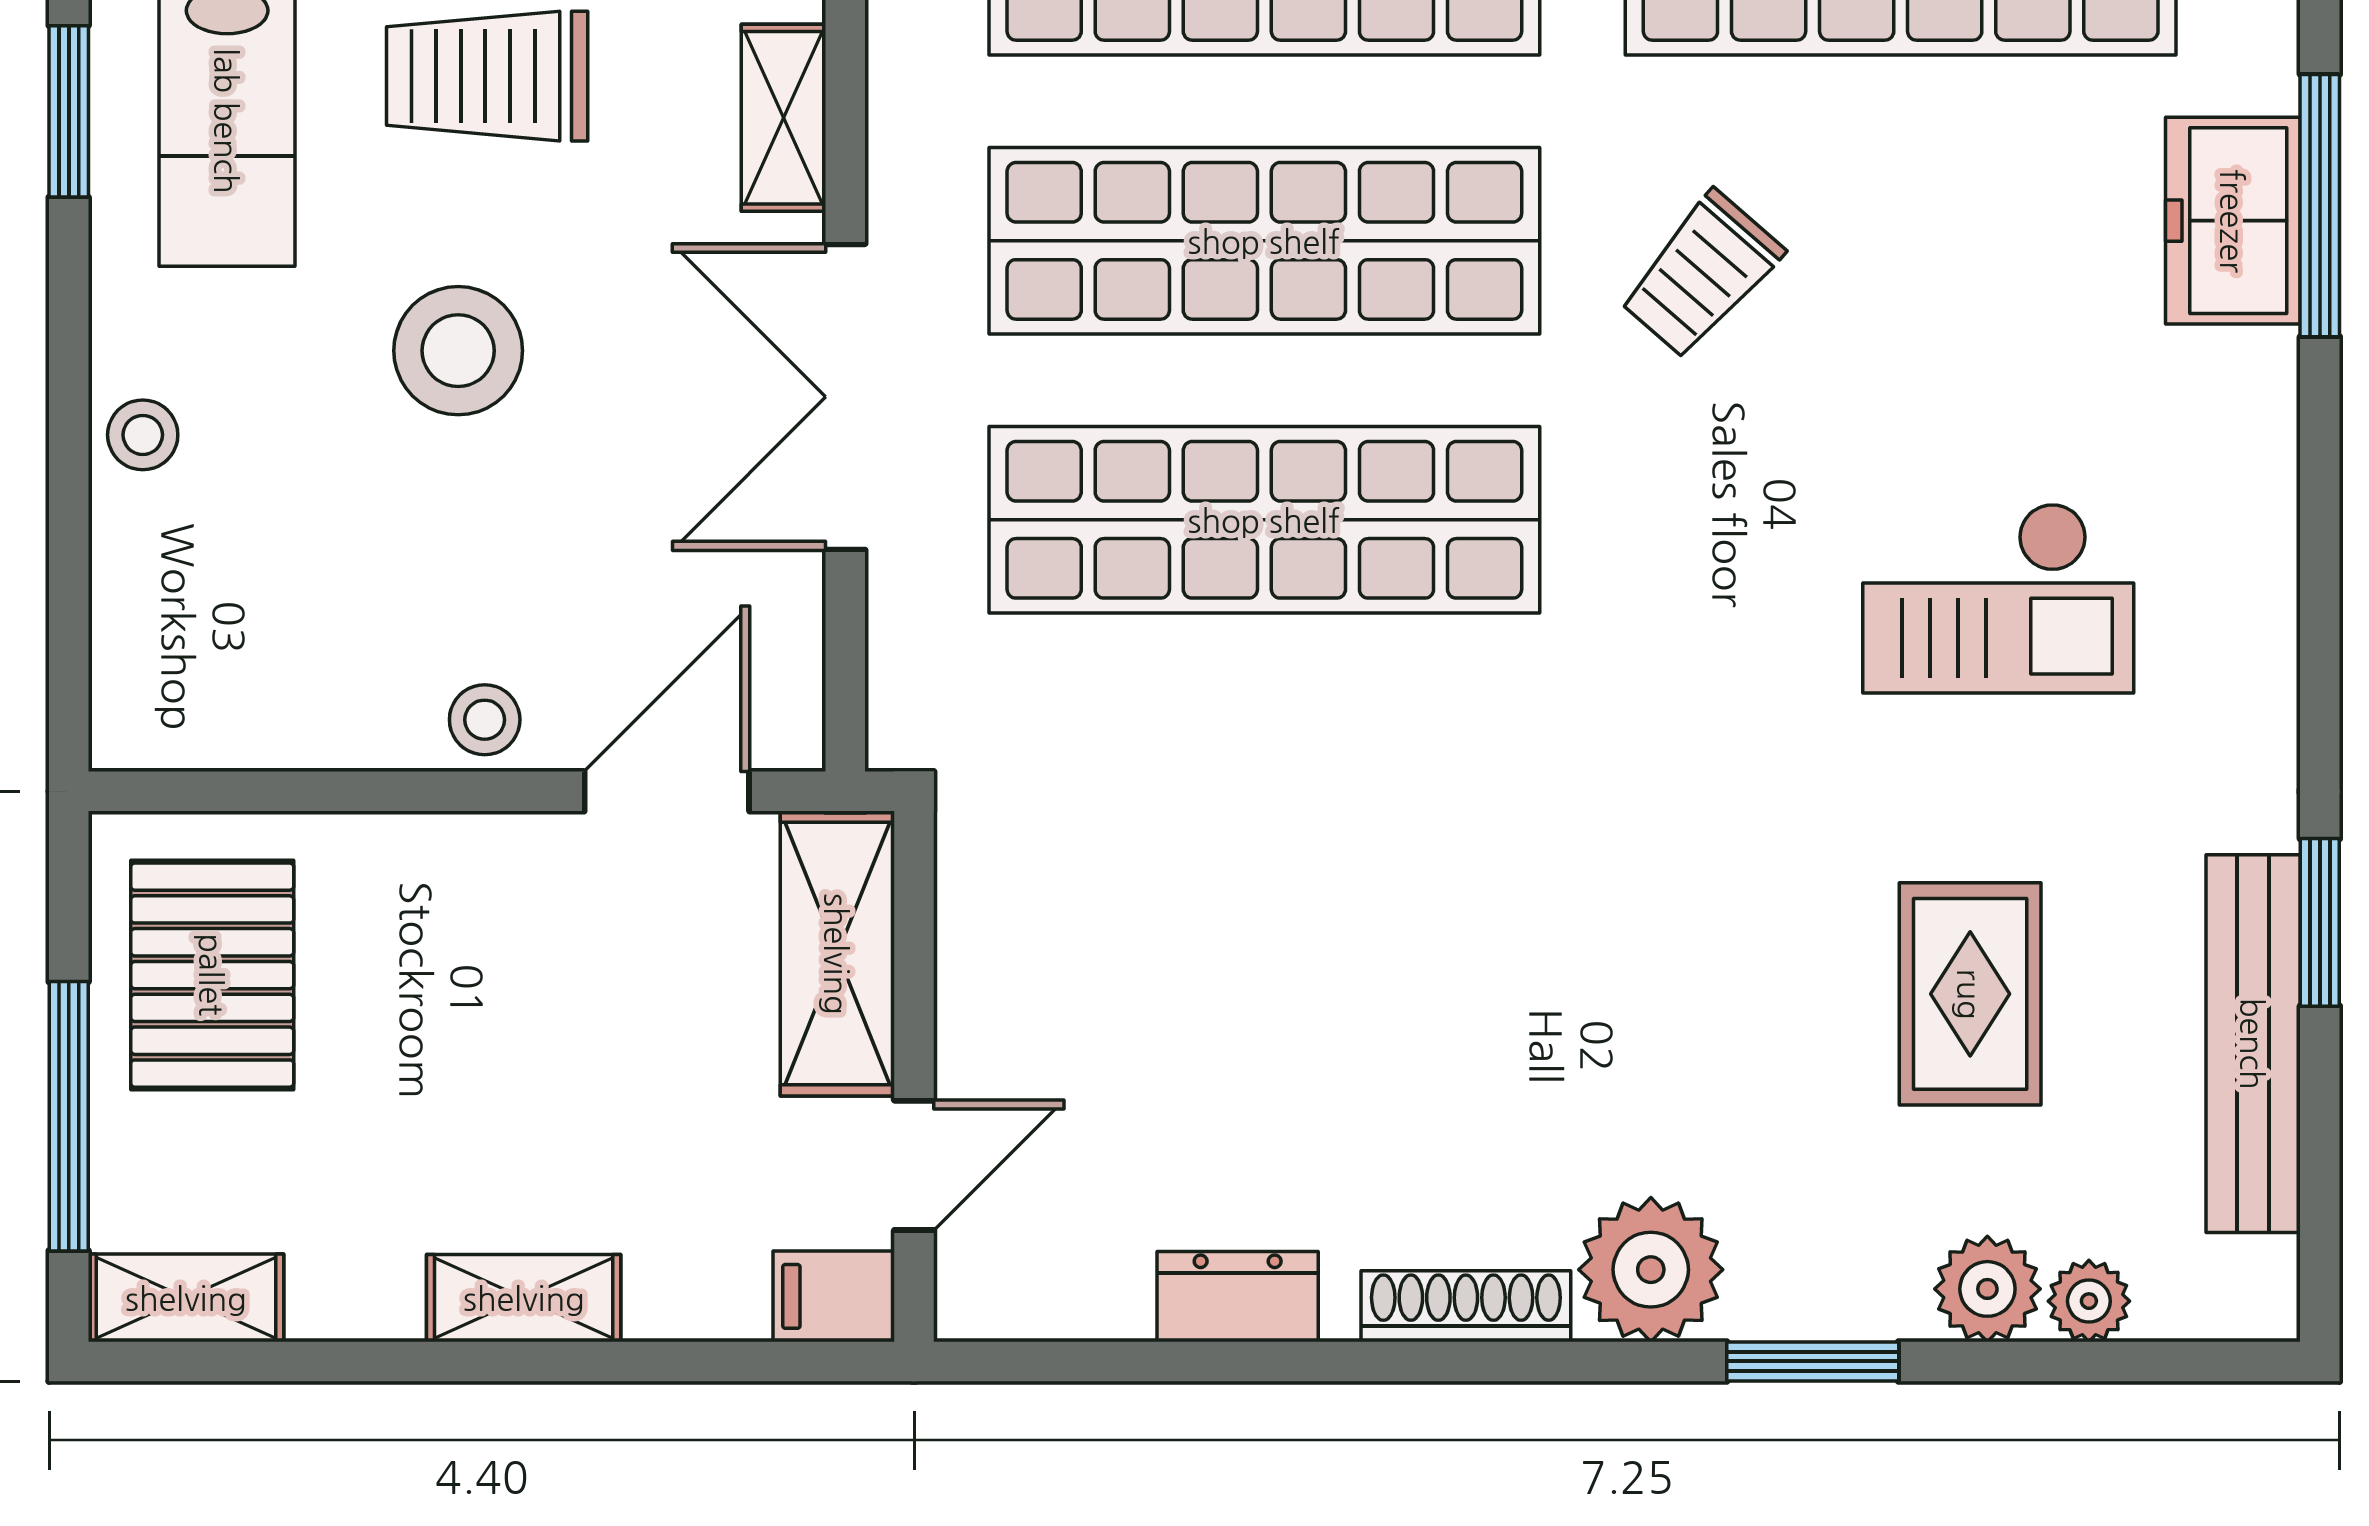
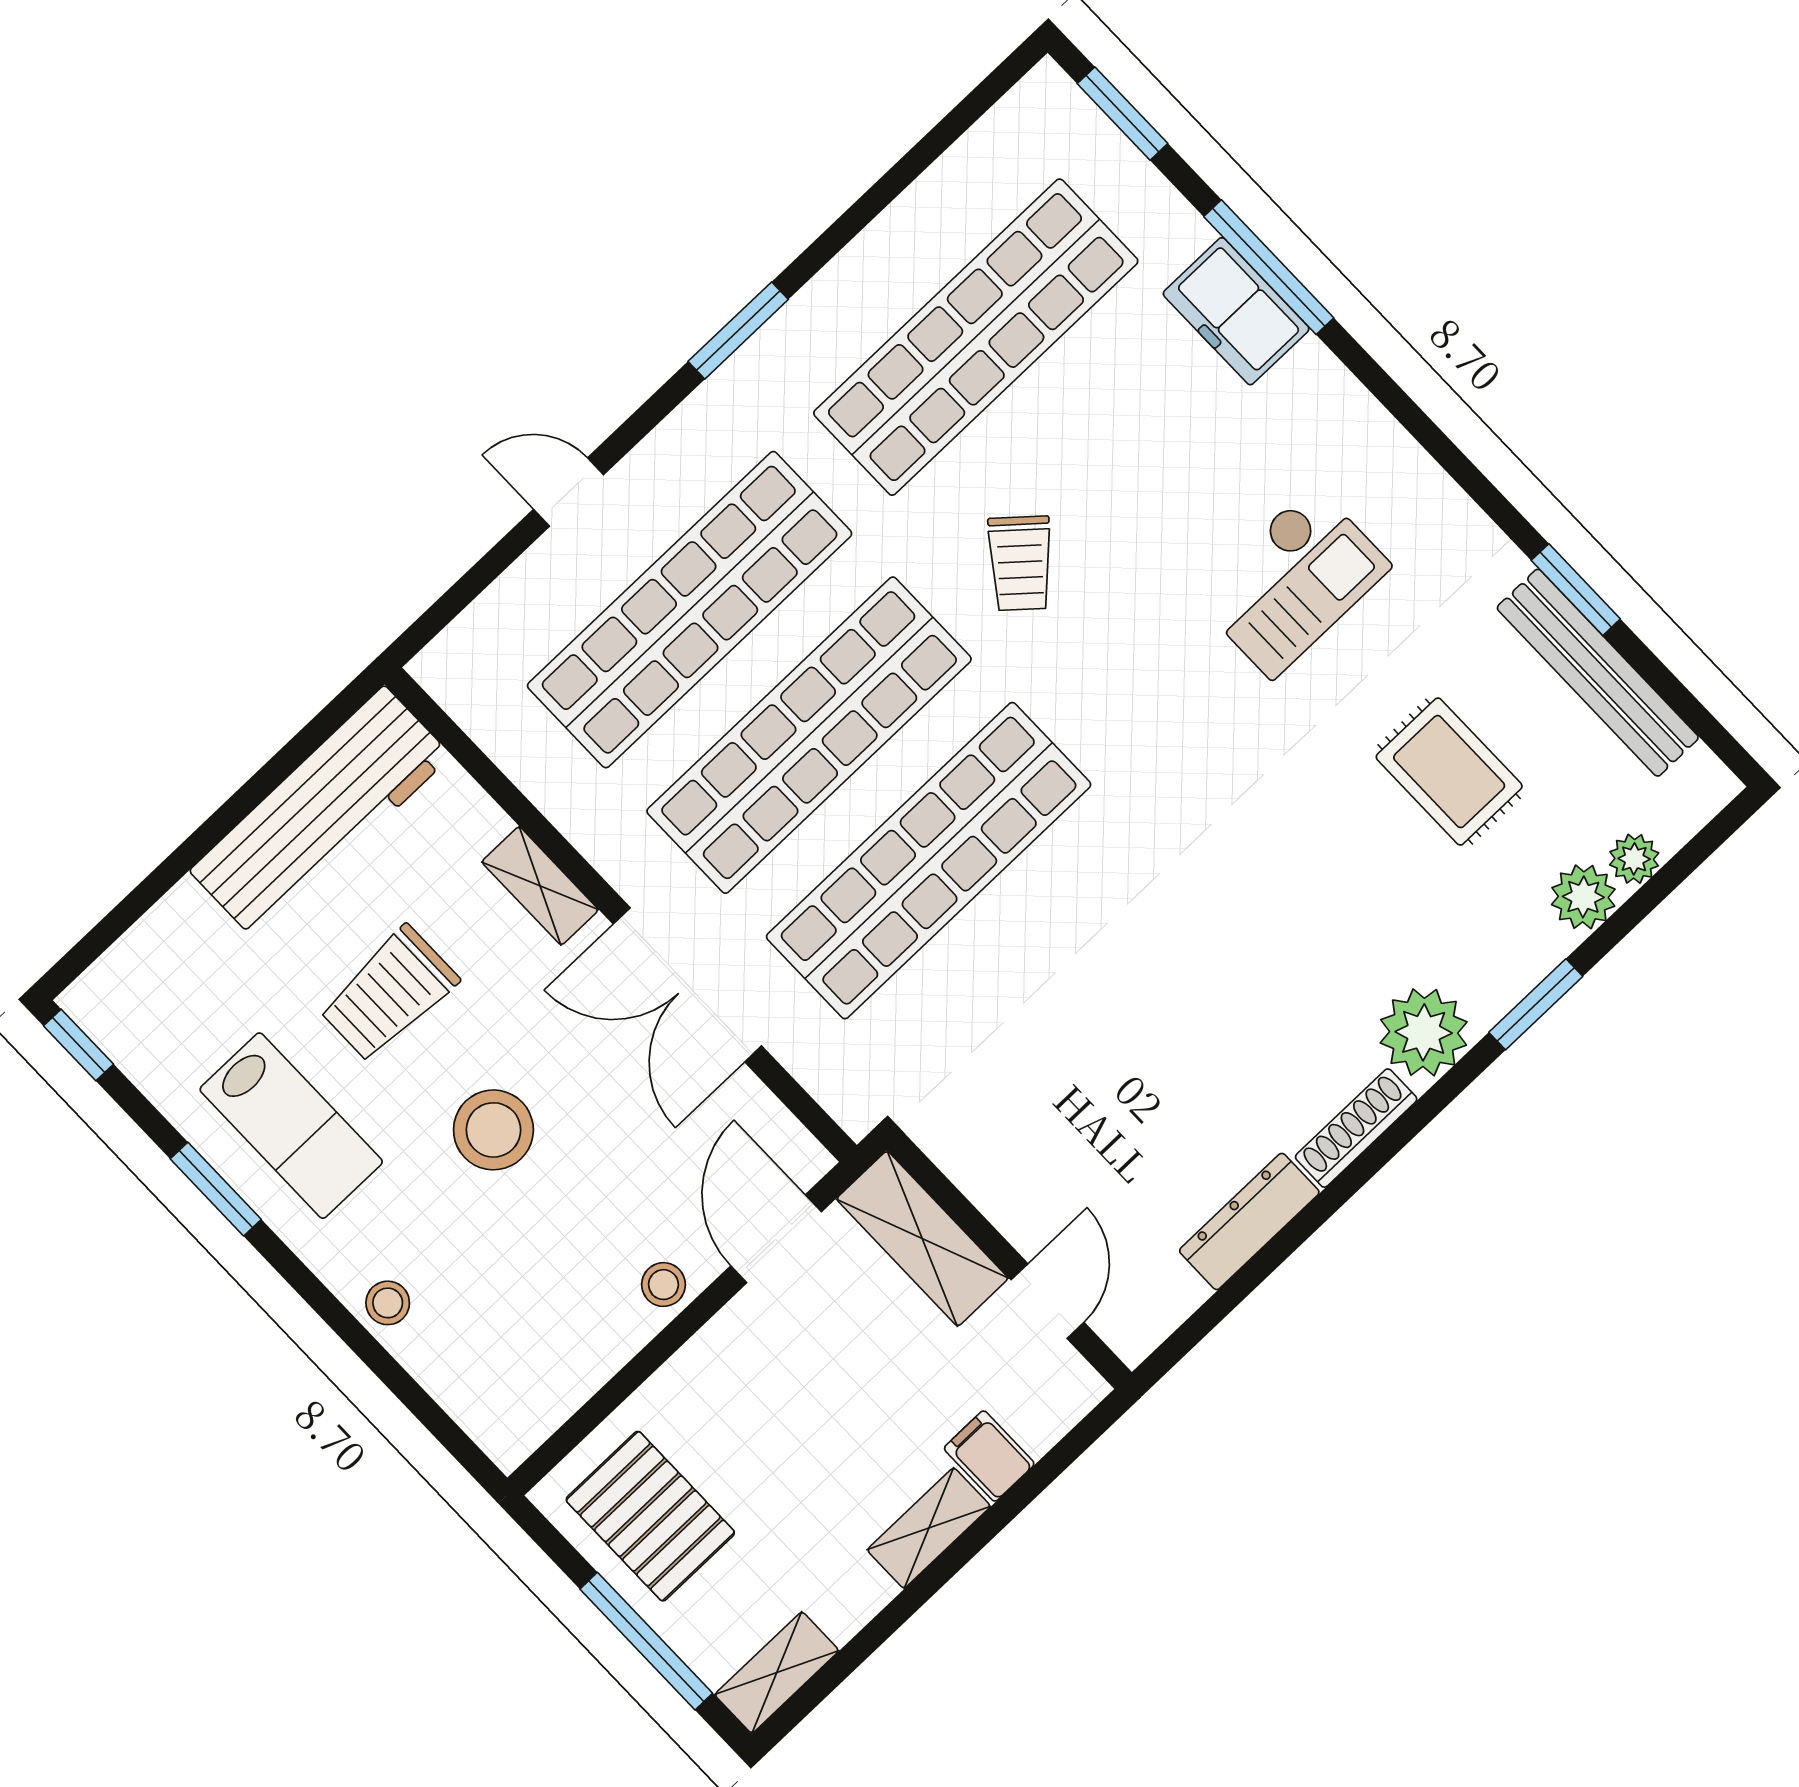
filing cabinet: (834, 1296) -> (989, 1456), moved, turned 90
dresser: (1238, 1297) -> (1249, 1221), width x1.44

